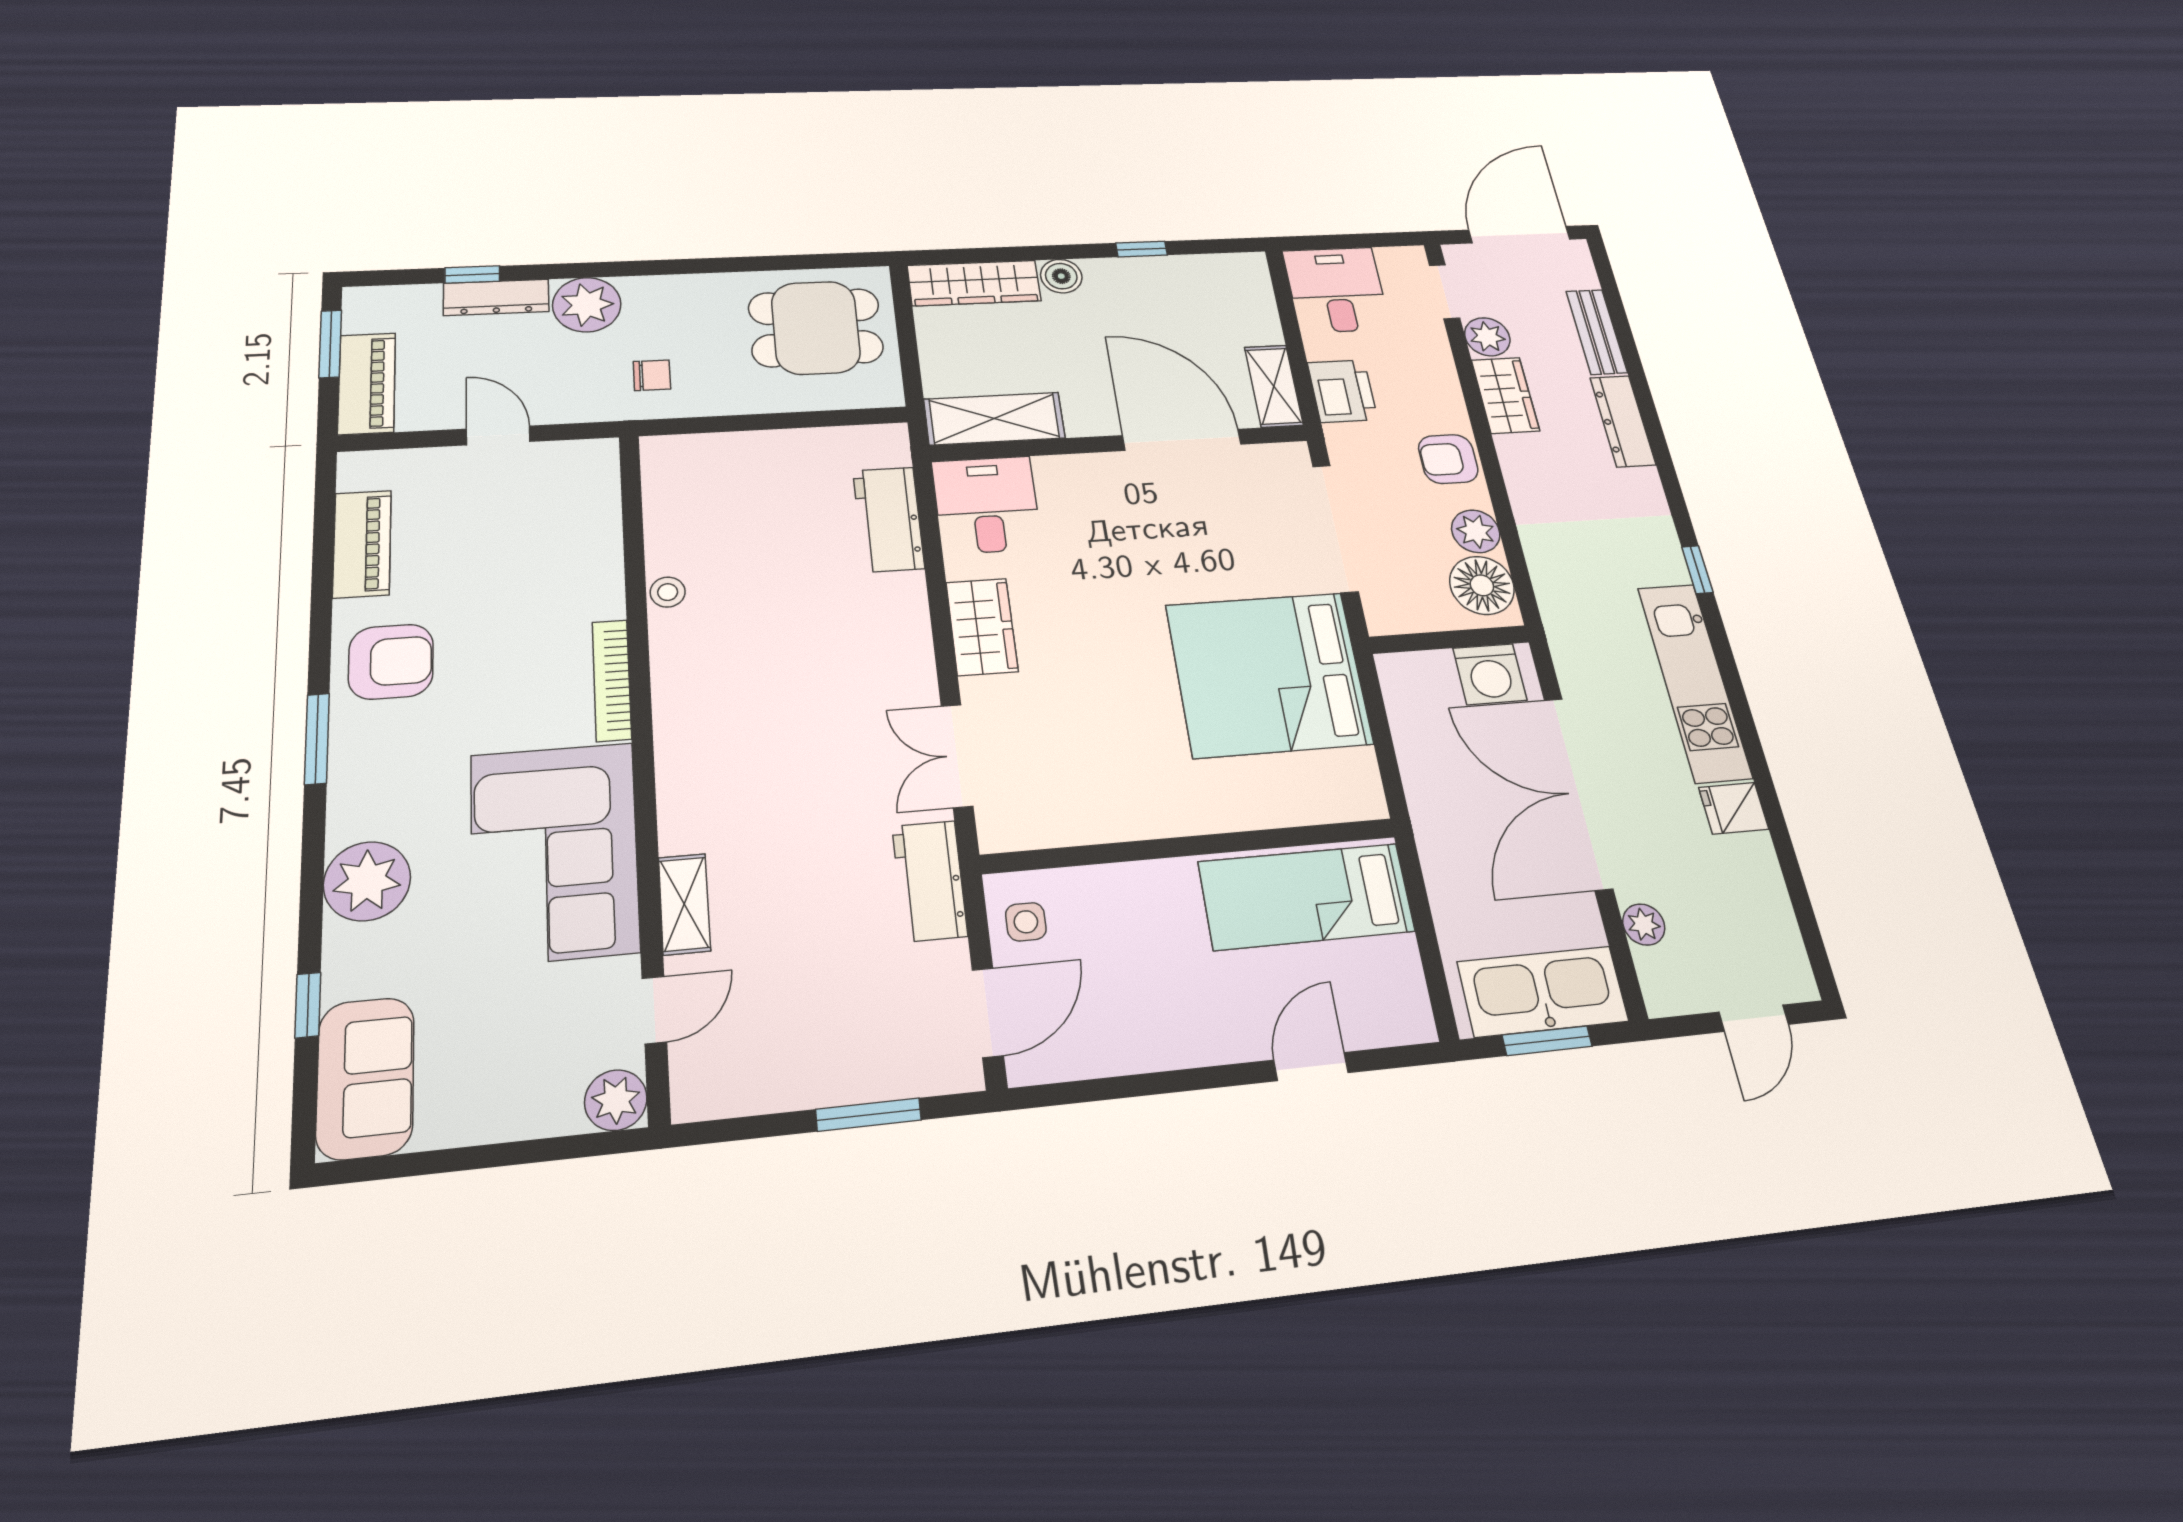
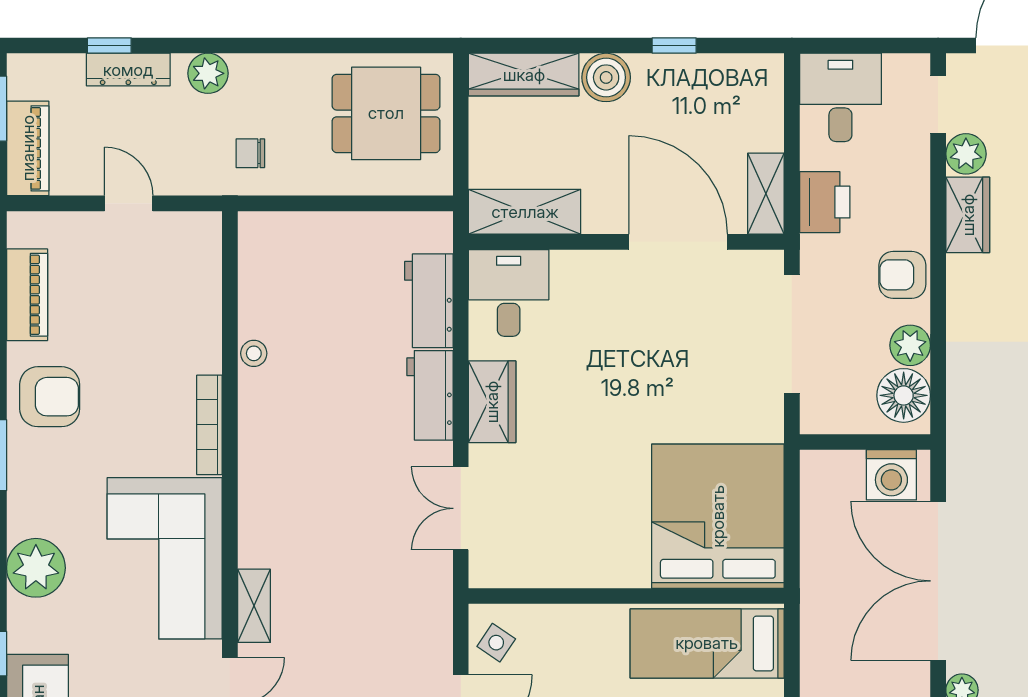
boiler: (1061, 276) -> (606, 77), width x1.36, depth x1.36
plant: (587, 305) -> (208, 73), width x0.73, depth x0.73
chair: (652, 375) -> (250, 153), turned 180
bed: (1269, 674) -> (718, 516), moved, turned 90
workbench: (930, 881) -> (430, 395), moved
side table: (1026, 922) -> (496, 643), turned 34

